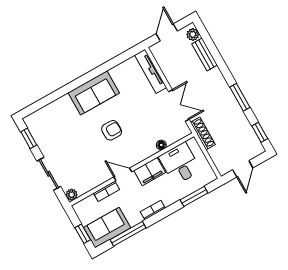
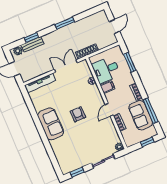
window: (260, 132) -> (31, 38), moved
door: (243, 169) -> (114, 26), hinge flipped
filing cabinet: (150, 172) -> (107, 87), width x0.50
sofa: (107, 228) -> (141, 115), moved

